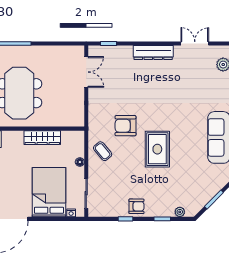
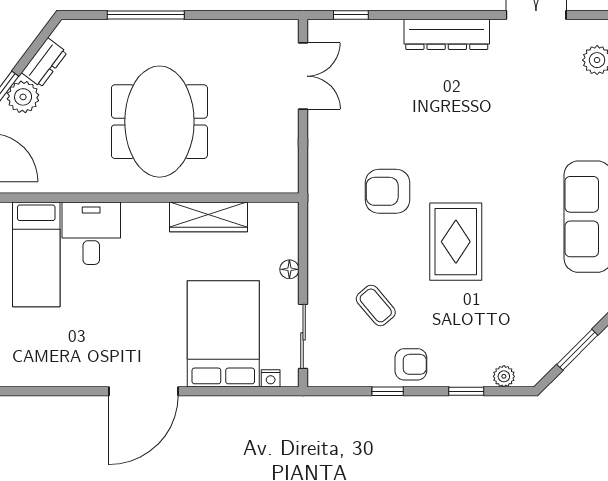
coffee table: (103, 151) -> (376, 305), moved

